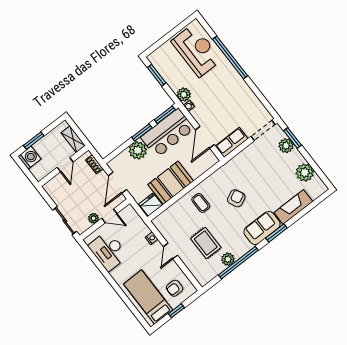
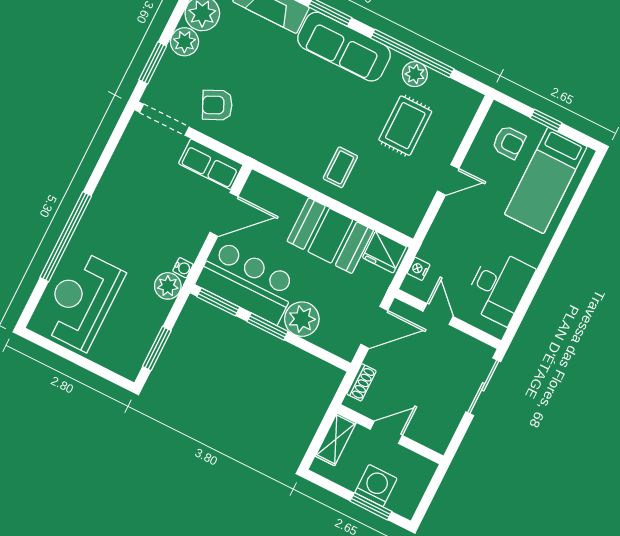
plant: (286, 146) -> (185, 42), moved
washing machine: (30, 158) -> (376, 486), moved, turned 90
armchair: (236, 198) -> (217, 105), moved
plant: (94, 218) -> (455, 339), removed
sofa: (262, 228) -> (344, 47), width x1.36
nightstand: (152, 238) -> (419, 269), moved

